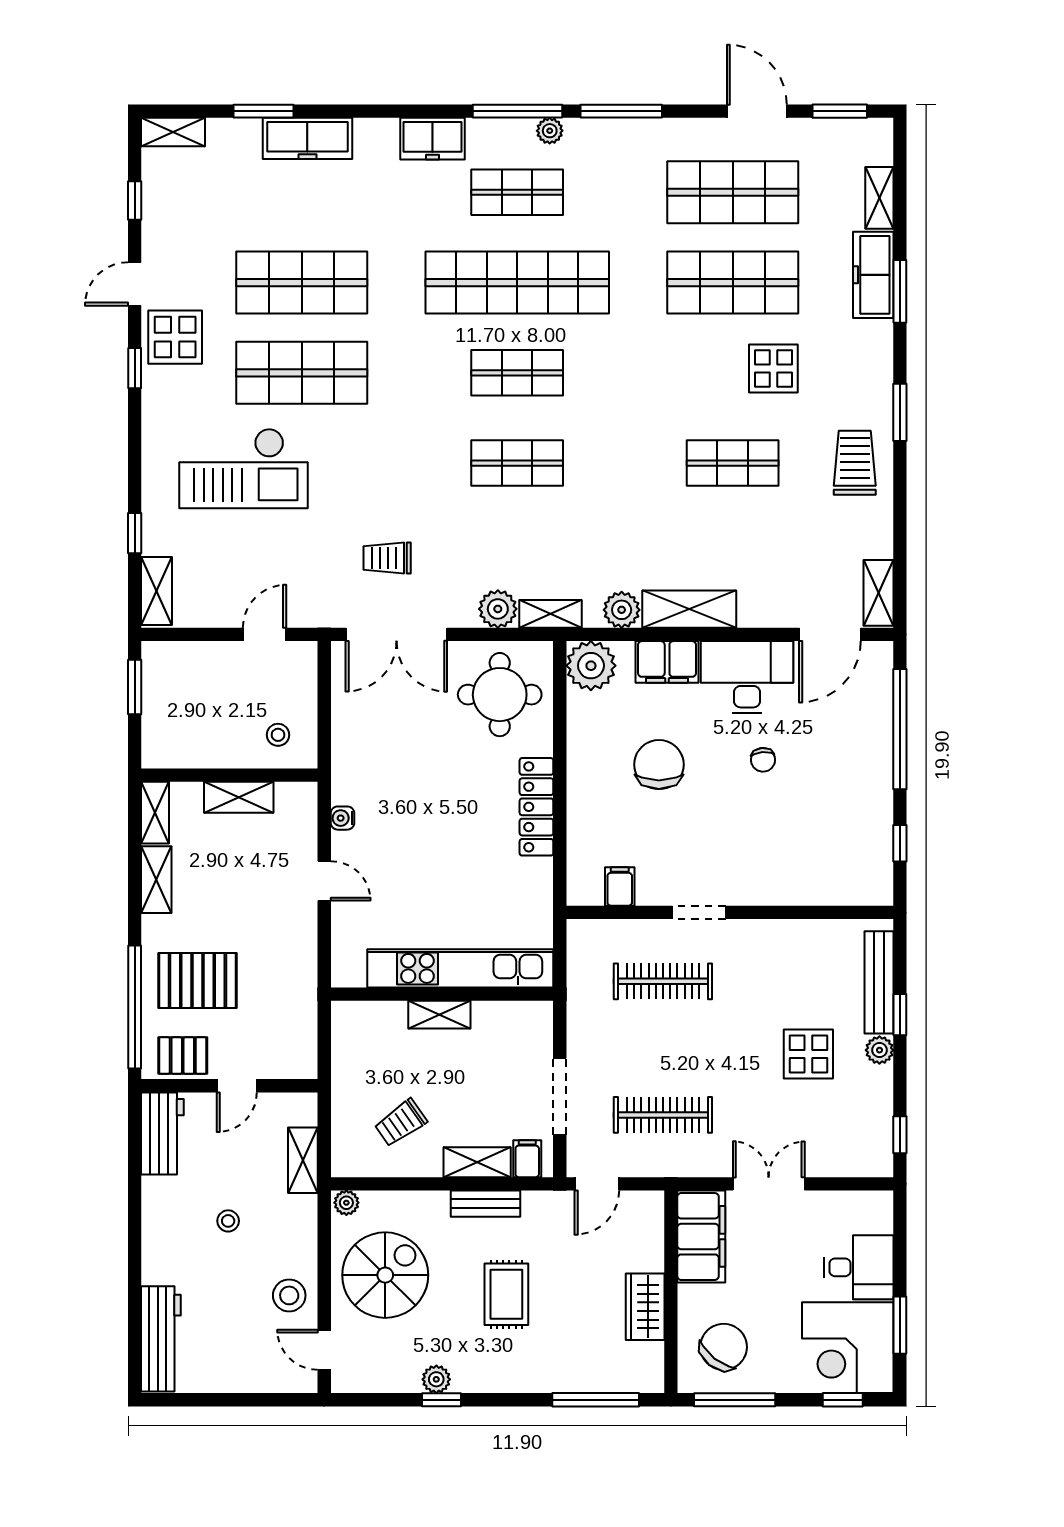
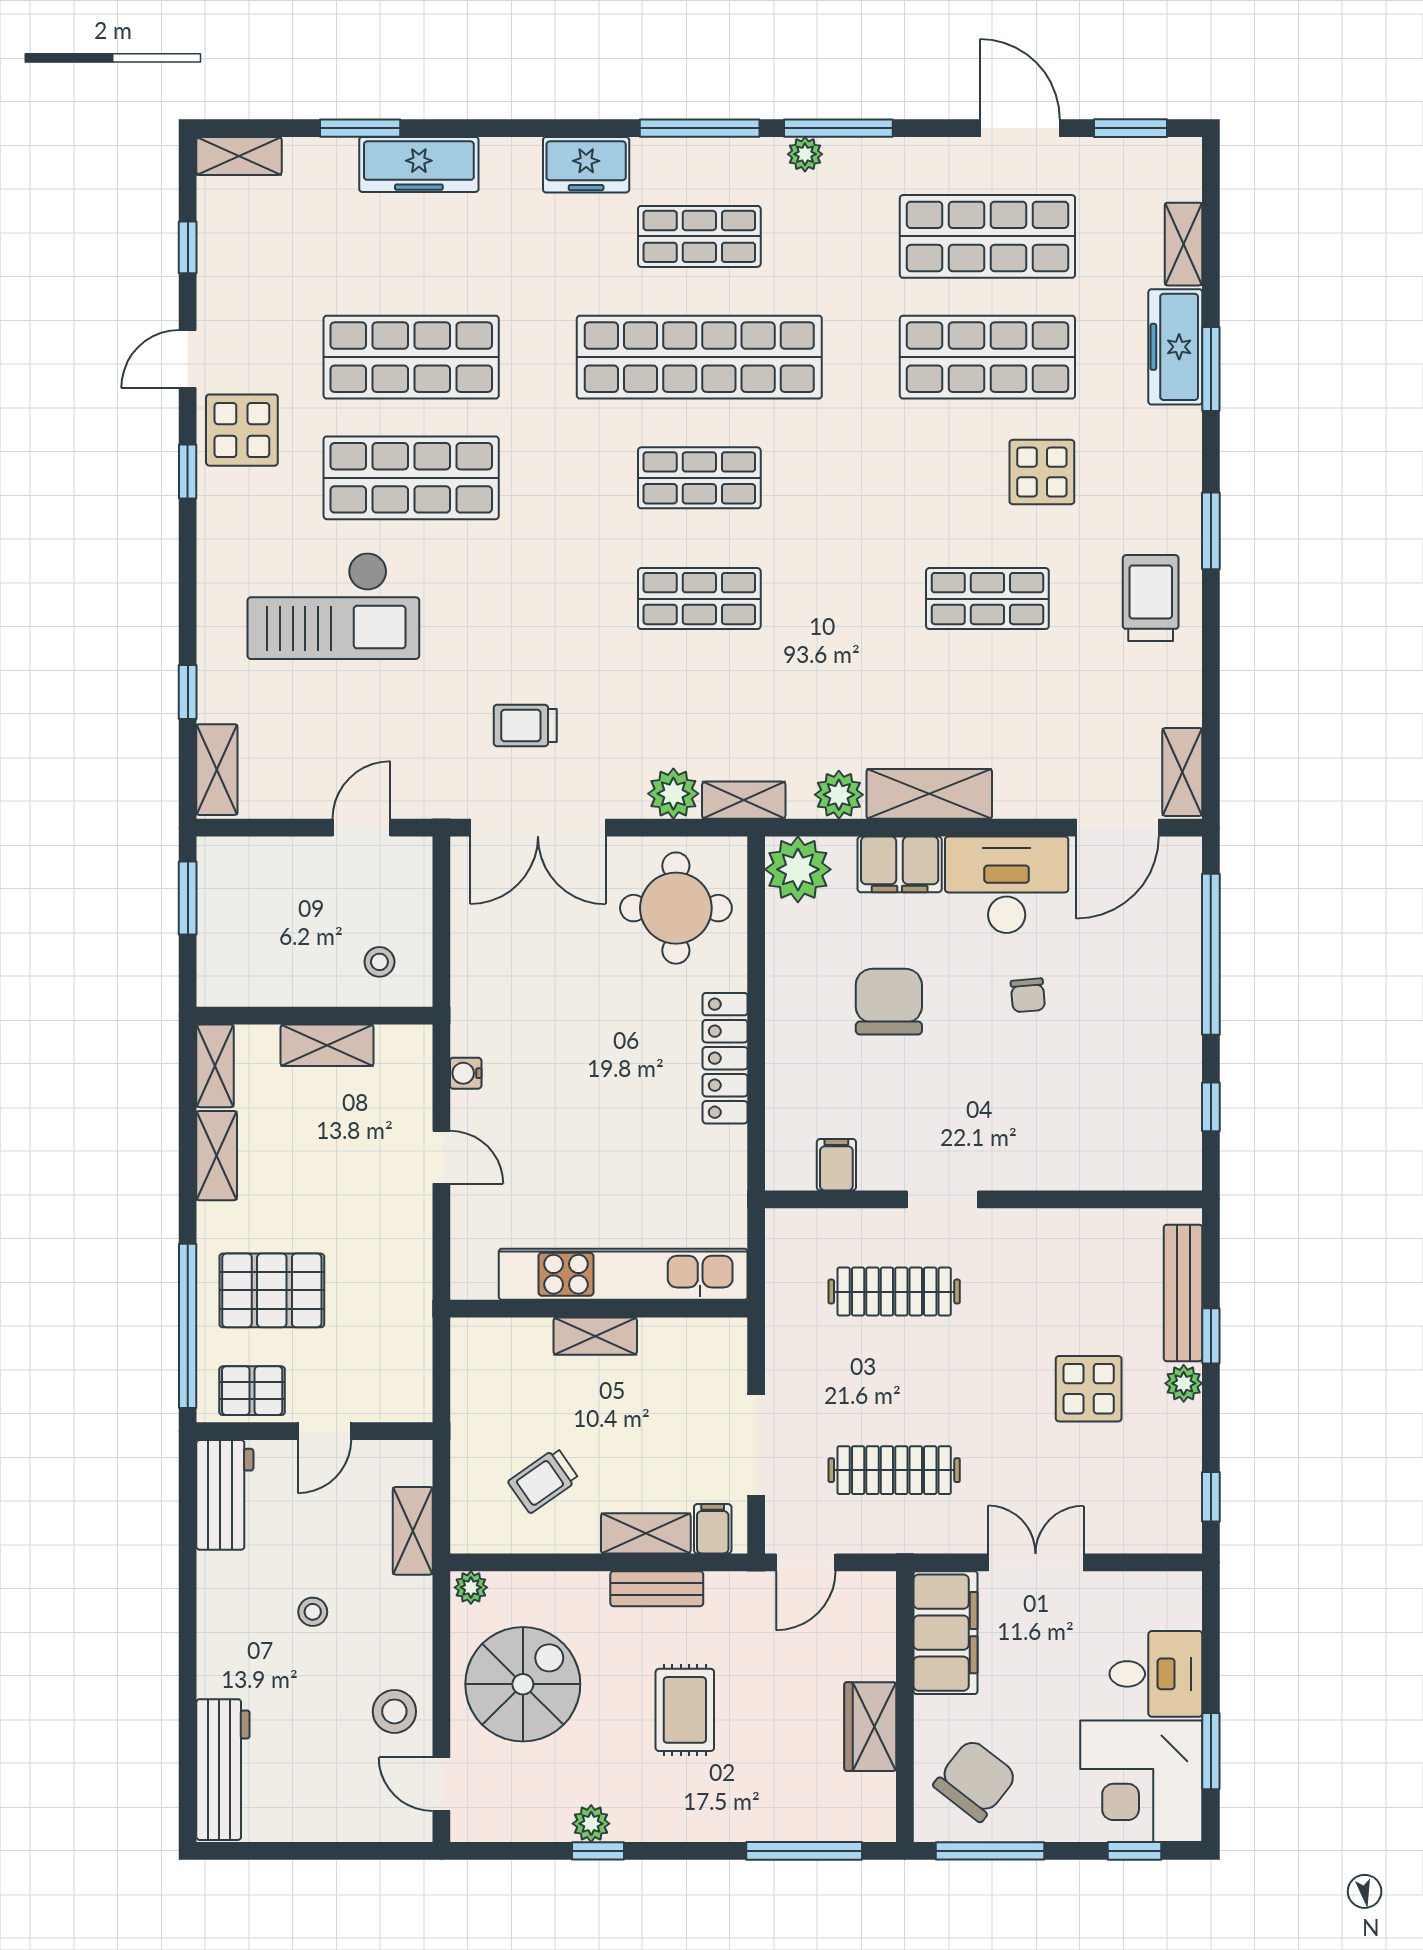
plant: (550, 131) -> (805, 154), moved

